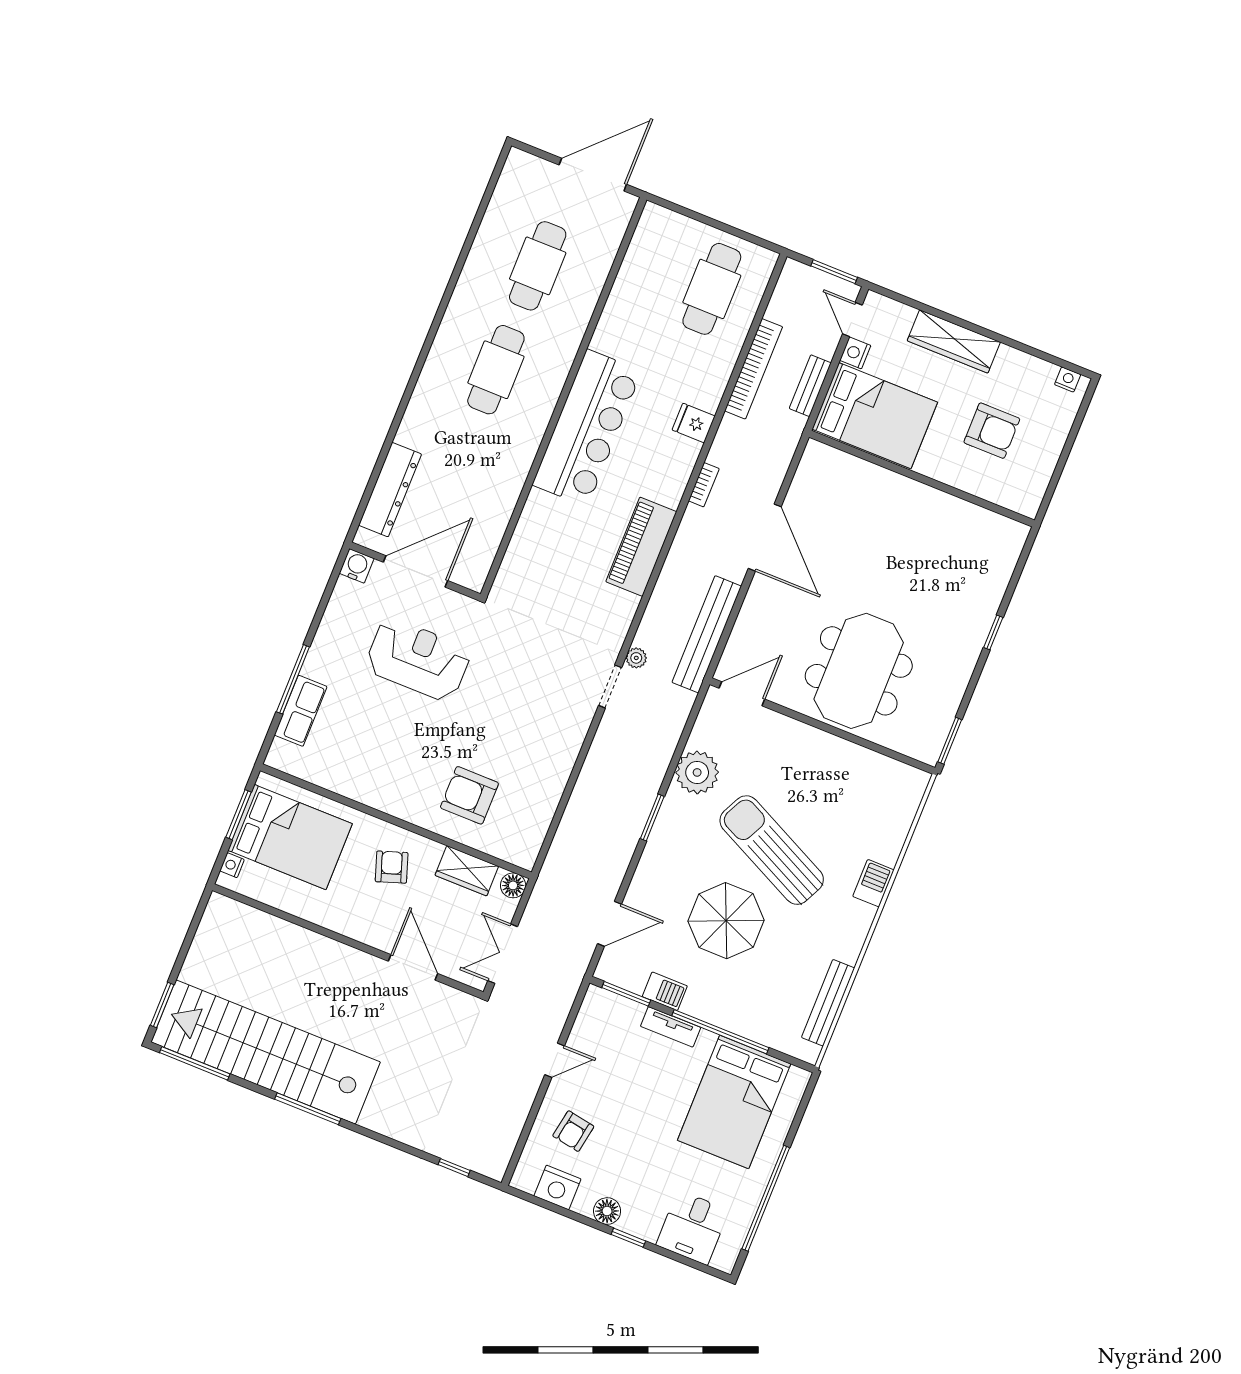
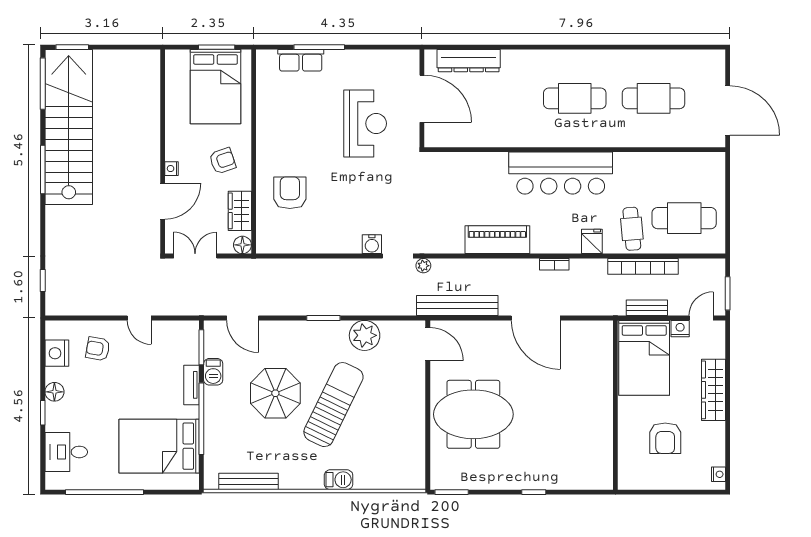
cafe table: (698, 364) -> (632, 229), added
door: (765, 538) -> (536, 318), hinge flipped
water cooler: (357, 566) -> (372, 244), moved, turned 90
nightstand: (232, 865) -> (172, 169), moved, turned -90

